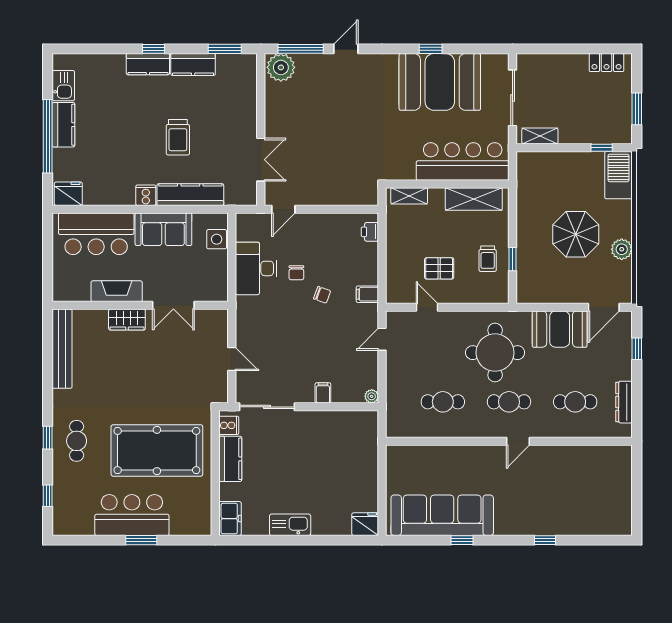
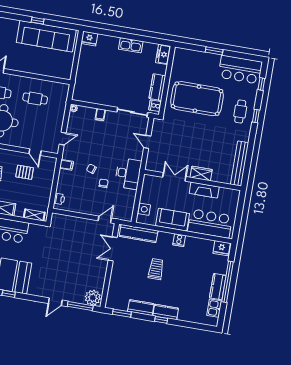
kitchen counter: (190, 195) -> (139, 234), moved
desk: (256, 268) -> (128, 174), moved
bar counter: (132, 515) -> (240, 70), moved

